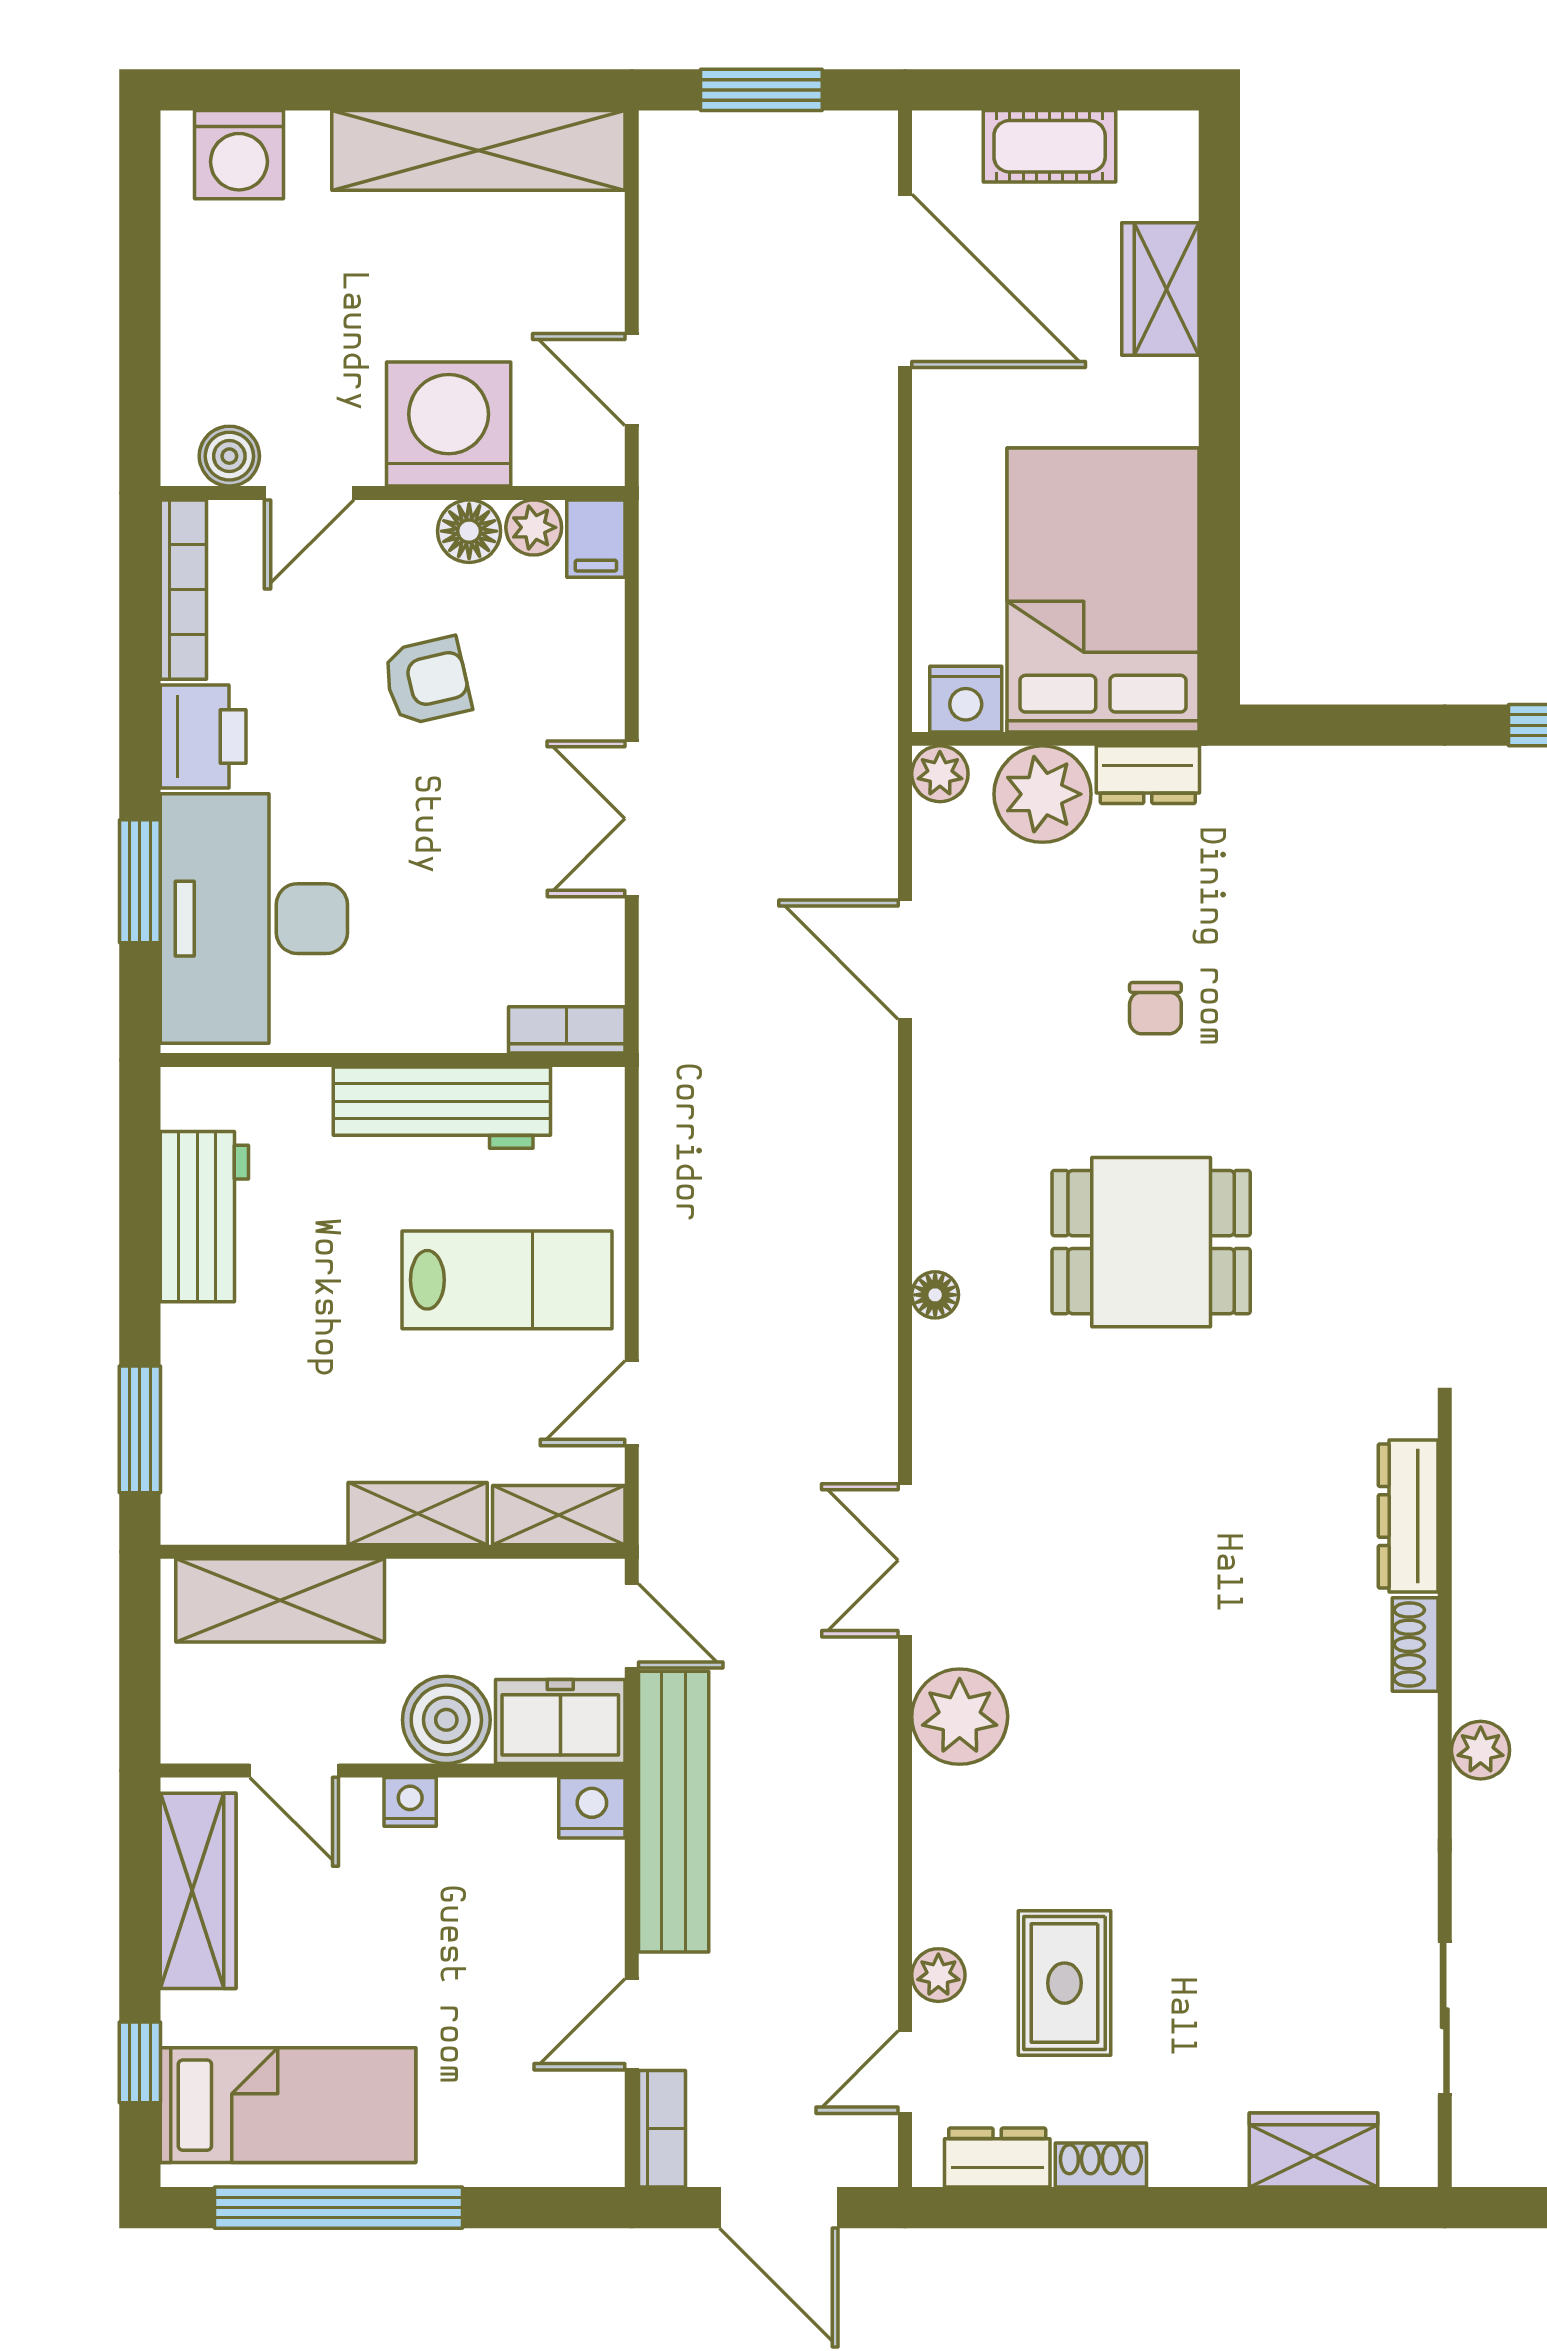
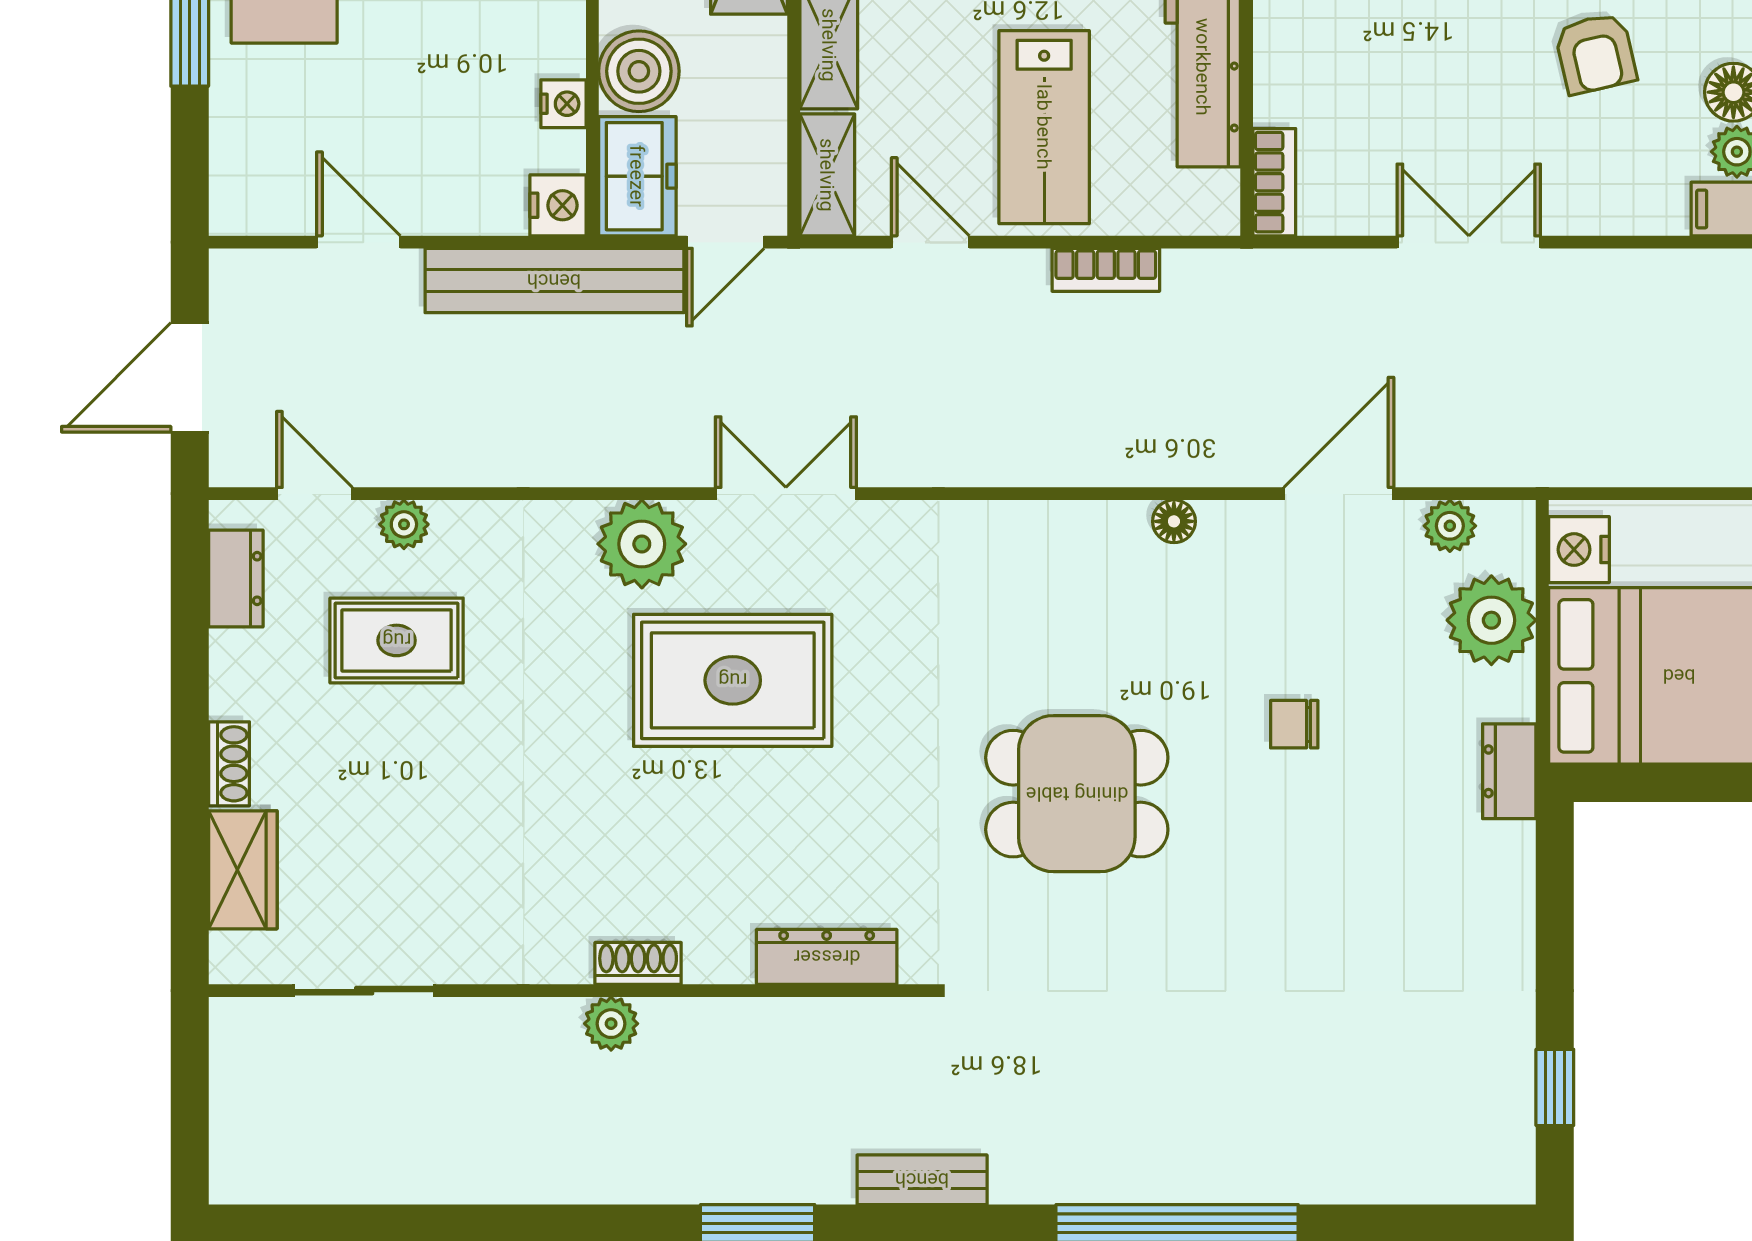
plant: (940, 774) -> (1450, 526), moved
dresser: (1148, 775) -> (1509, 771), moved
dining table: (1151, 1242) -> (1077, 794), moved, turned 90
floor lamp: (935, 1295) -> (1174, 521), moved
rug: (1108, 1618) -> (733, 680), added
shoe rack: (1415, 1644) -> (638, 963), moved
nightstand: (410, 1802) -> (563, 104), moved
bookcase: (662, 2129) -> (1106, 270), moved
shoe rack: (1101, 2165) -> (229, 764), moved

